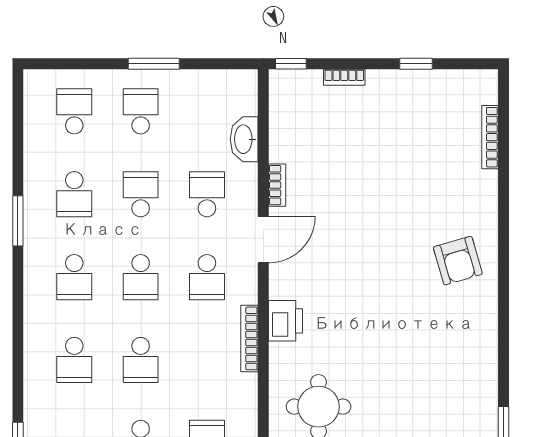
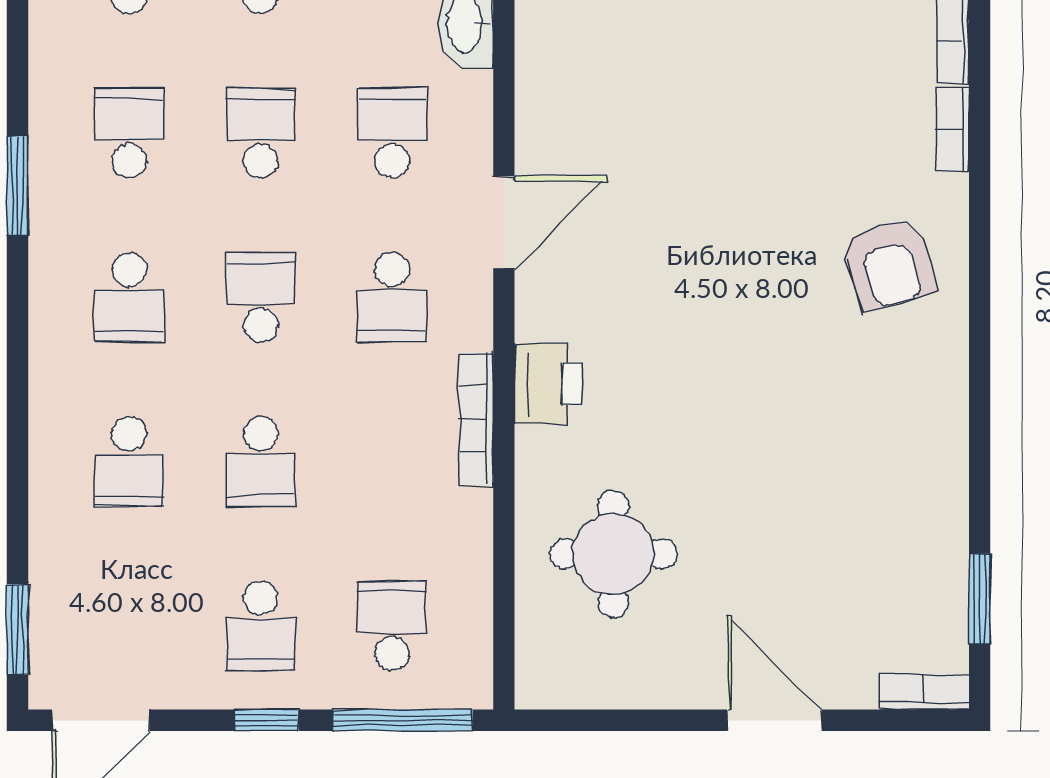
bookcase: (277, 185) -> (952, 129), moved, turned 180
school desk: (74, 194) -> (129, 133), turned 180
school desk: (141, 277) -> (261, 297), turned 180

